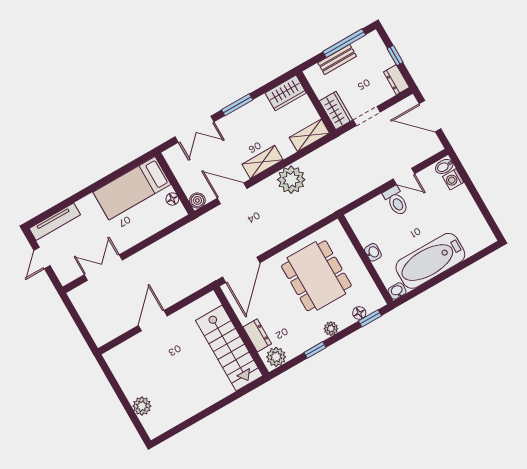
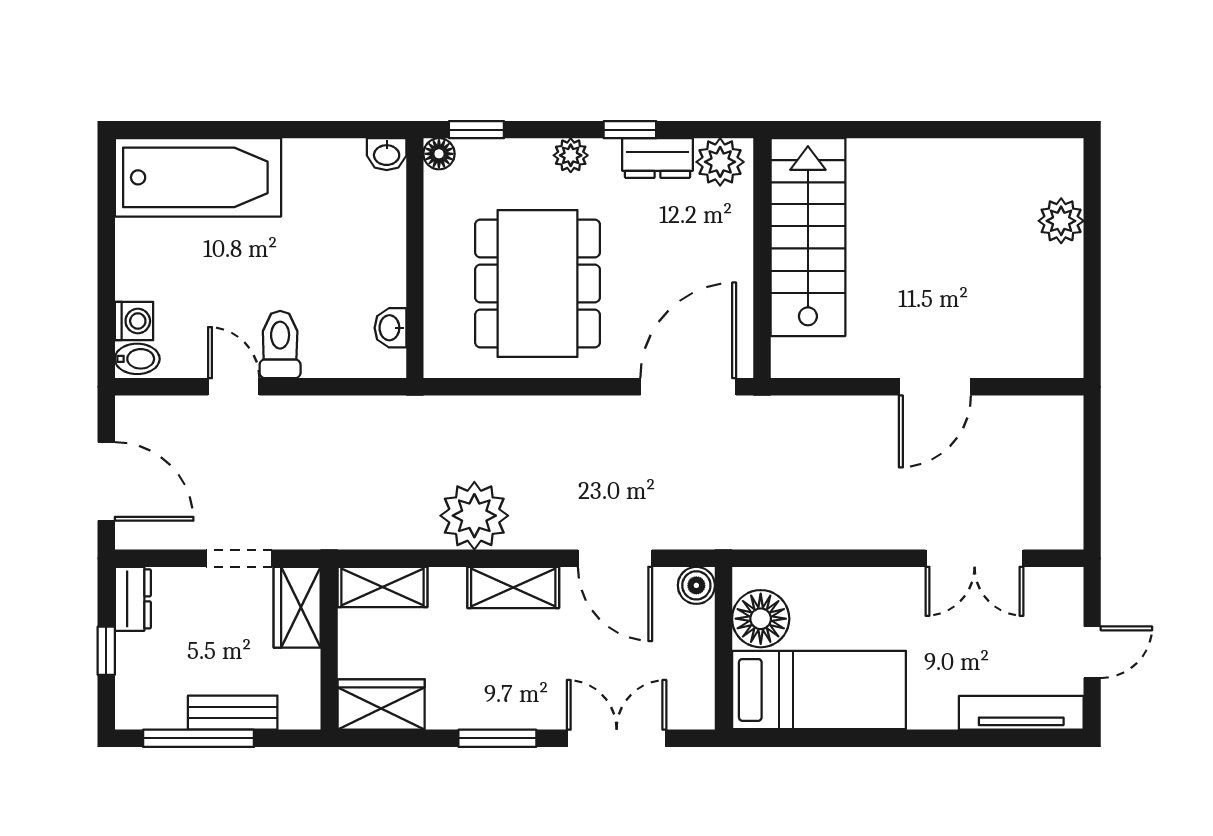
floor lamp: (172, 199) -> (761, 619), width x1.89, depth x1.89
washbasin: (373, 252) -> (390, 328), moved
bathtub: (430, 261) -> (198, 177), moved
floor lamp: (359, 313) -> (439, 154), moved
dresser: (257, 335) -> (658, 158), moved, turned -90

